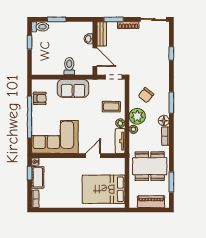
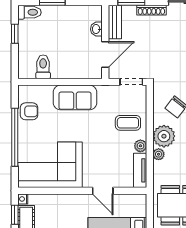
door: (95, 57) -> (105, 54), hinge flipped
toilet: (69, 66) -> (43, 67), moved
door: (93, 156) -> (103, 191), swing flipped

